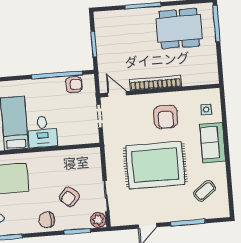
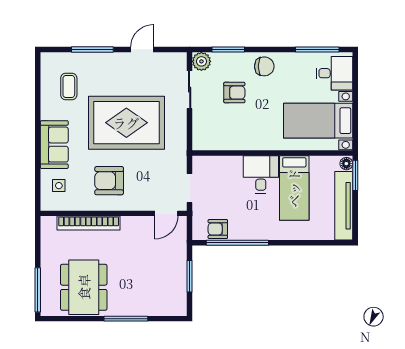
dining table: (179, 28) -> (84, 287), turned 90
bookcase: (155, 83) -> (89, 223), moved
door: (117, 94) -> (166, 213), hinge flipped
armchair: (166, 117) -> (109, 181), turned -90
coffee table: (205, 191) -> (69, 87), turned -53
armchair: (69, 197) -> (234, 93), turned 49

